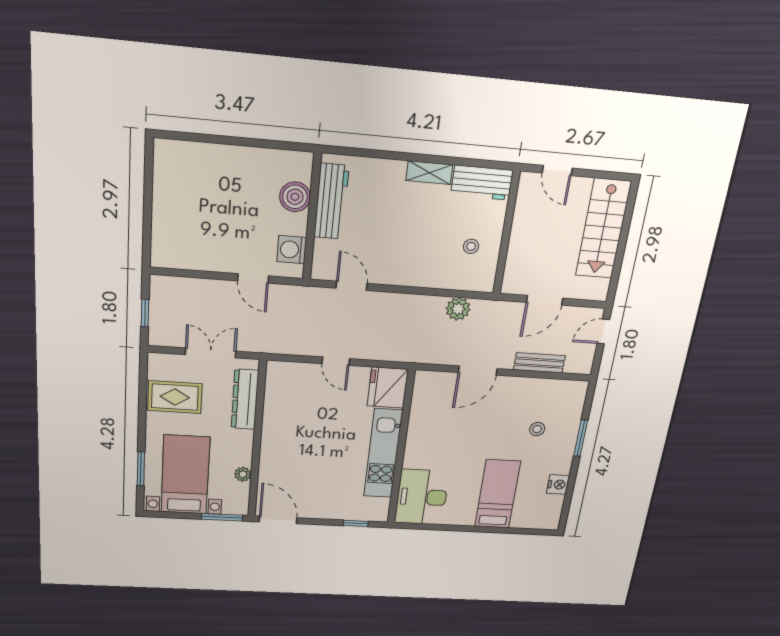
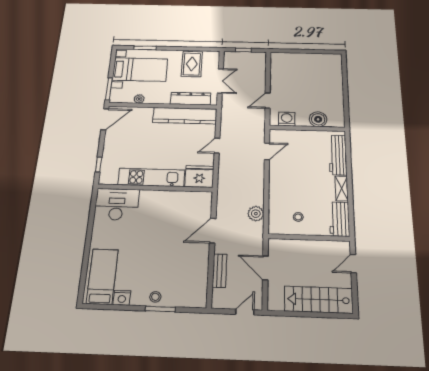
workbench: (331, 201) -> (338, 155), moved, turned 90
door: (603, 331) -> (245, 312), hinge flipped
door: (478, 371) -> (213, 231), hinge flipped
kitchen counter: (277, 408) -> (185, 116), added
stool: (537, 429) -> (155, 297), moved
bed: (498, 494) -> (102, 276), moved, turned -90

